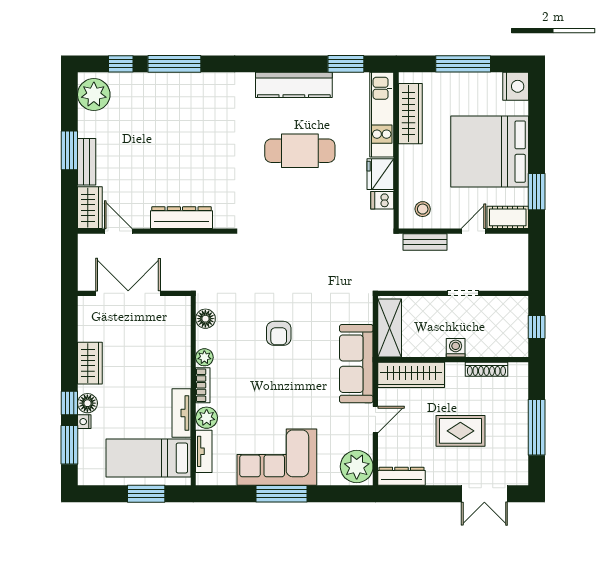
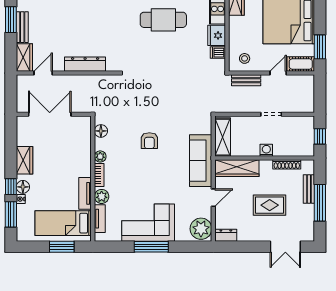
door: (118, 231) -> (43, 73), hinge flipped
bench: (520, 406) -> (309, 189), added
dresser: (401, 476) -> (226, 235), width x0.70

